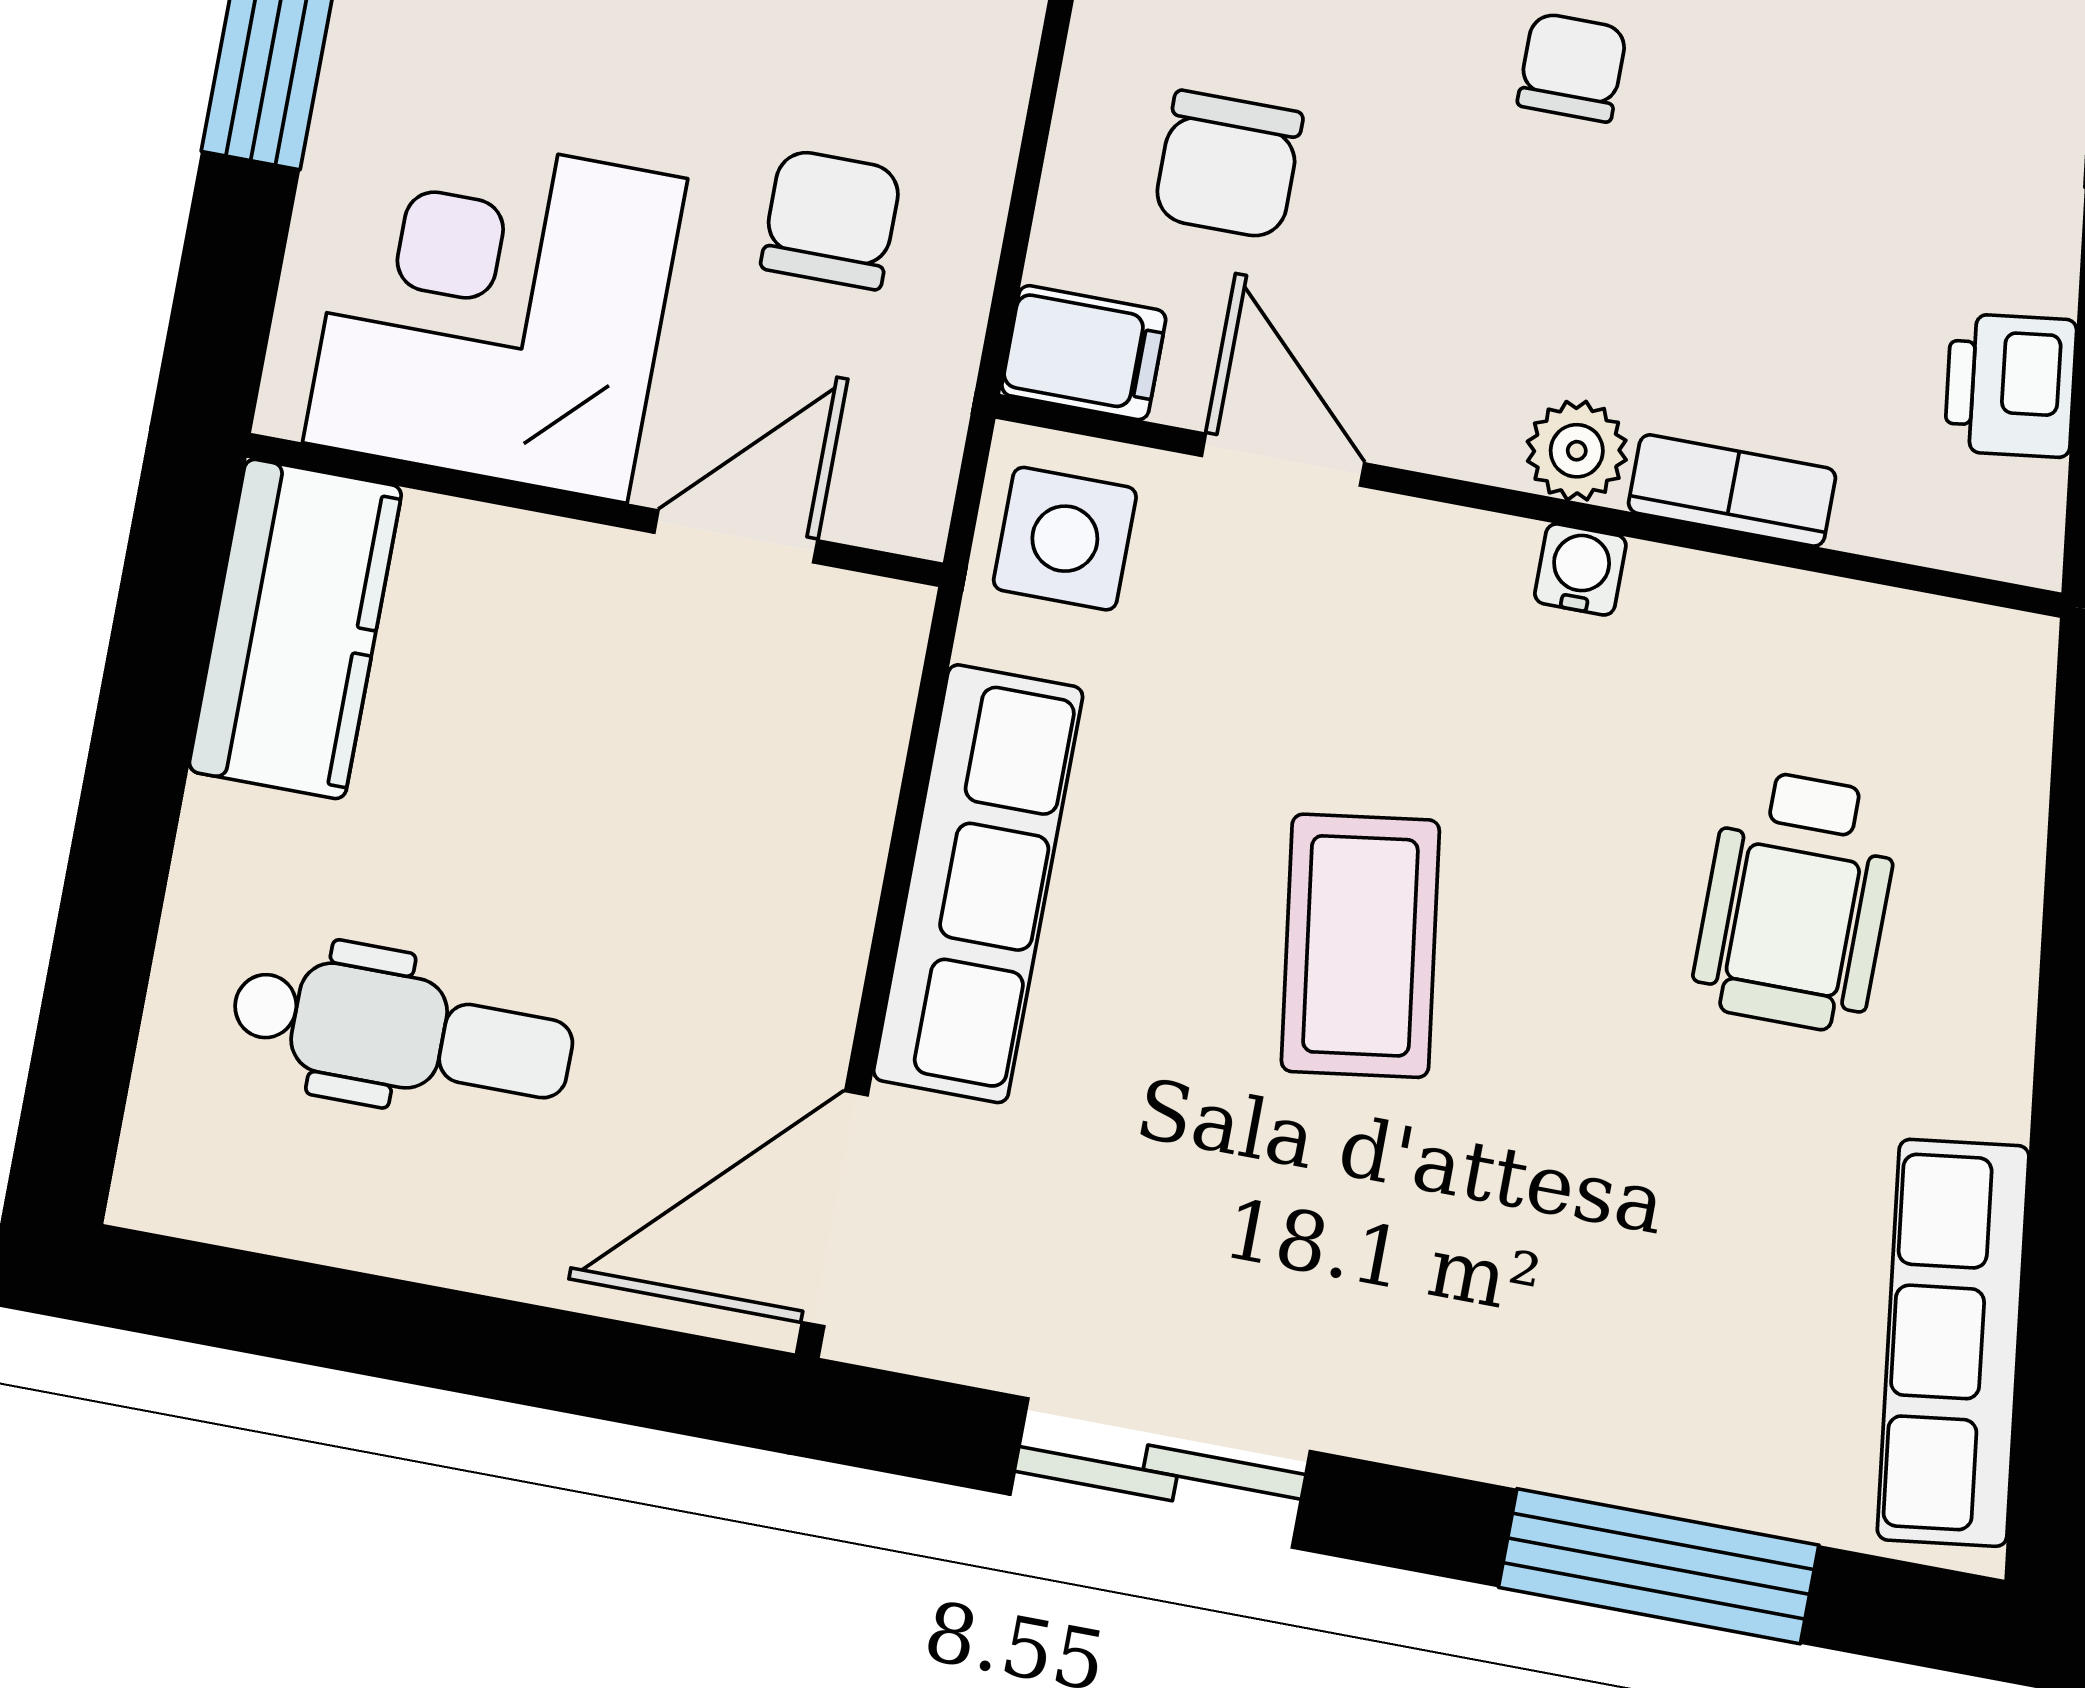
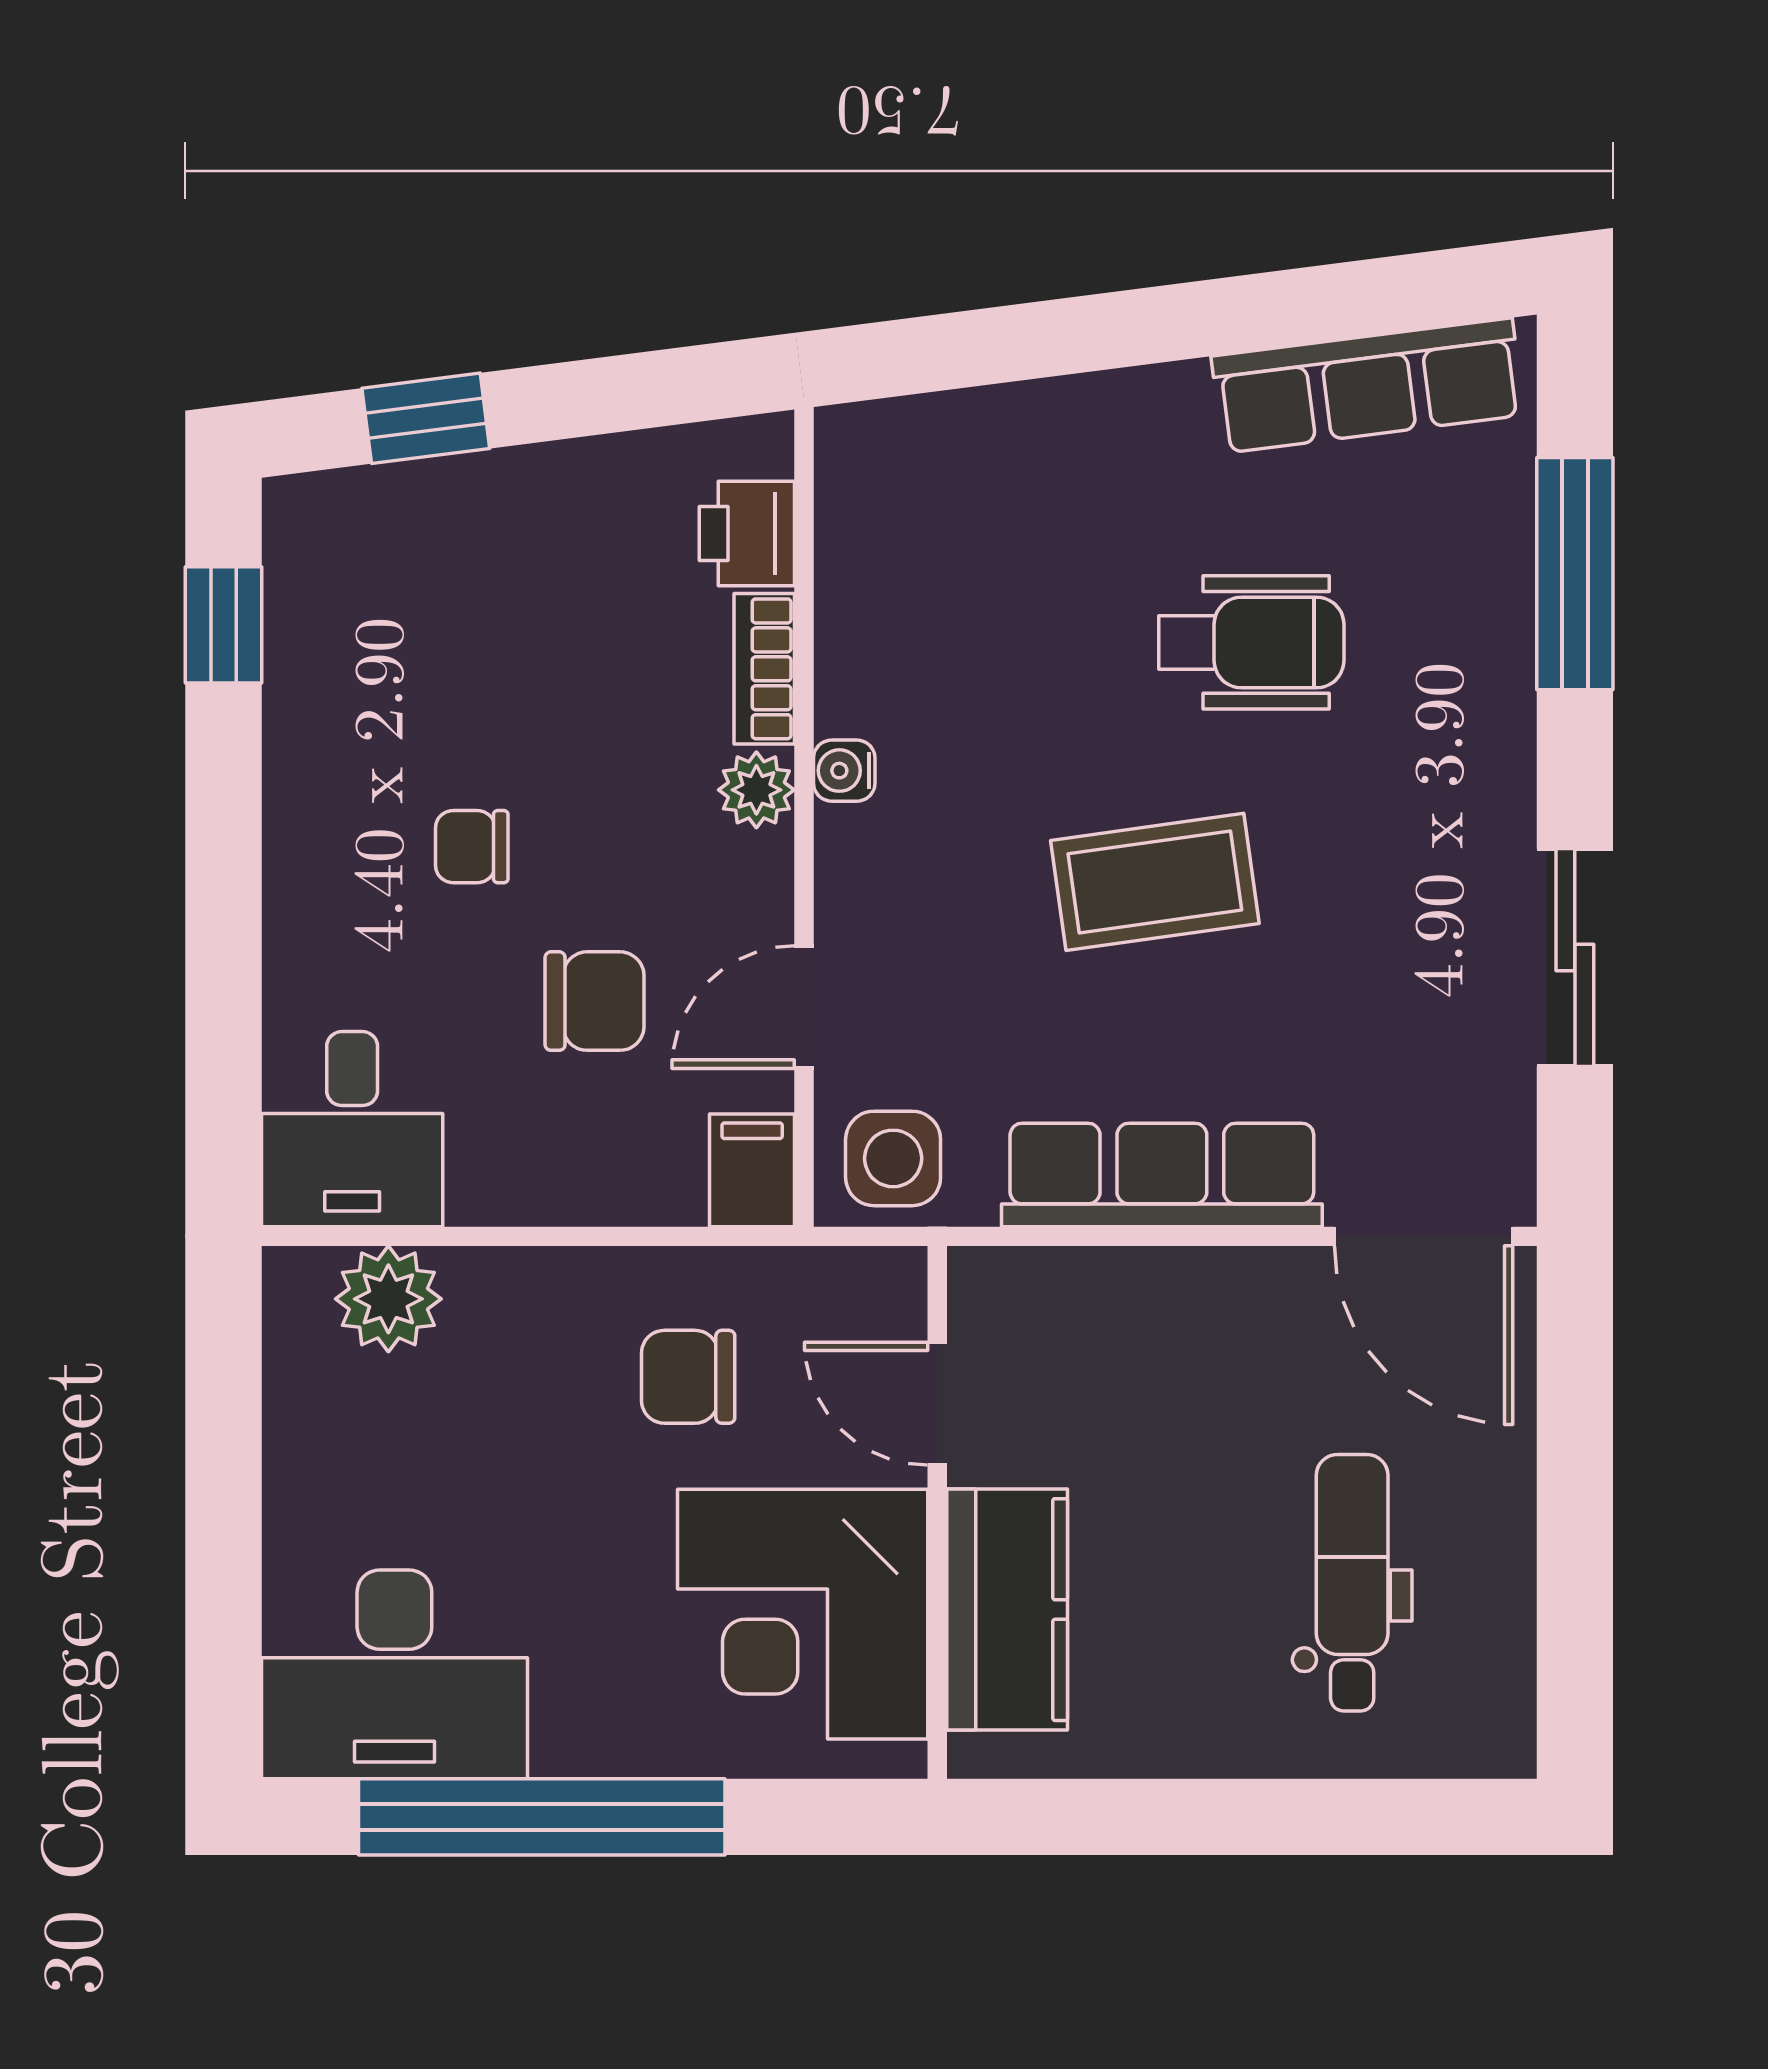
chair: (1228, 165) -> (595, 1001), moved
printer: (2010, 385) -> (747, 534), moved, turned 97
kitchen counter: (295, 629) -> (1007, 1610), moved, turned 90
wheelchair: (1796, 901) -> (1251, 642), moved

